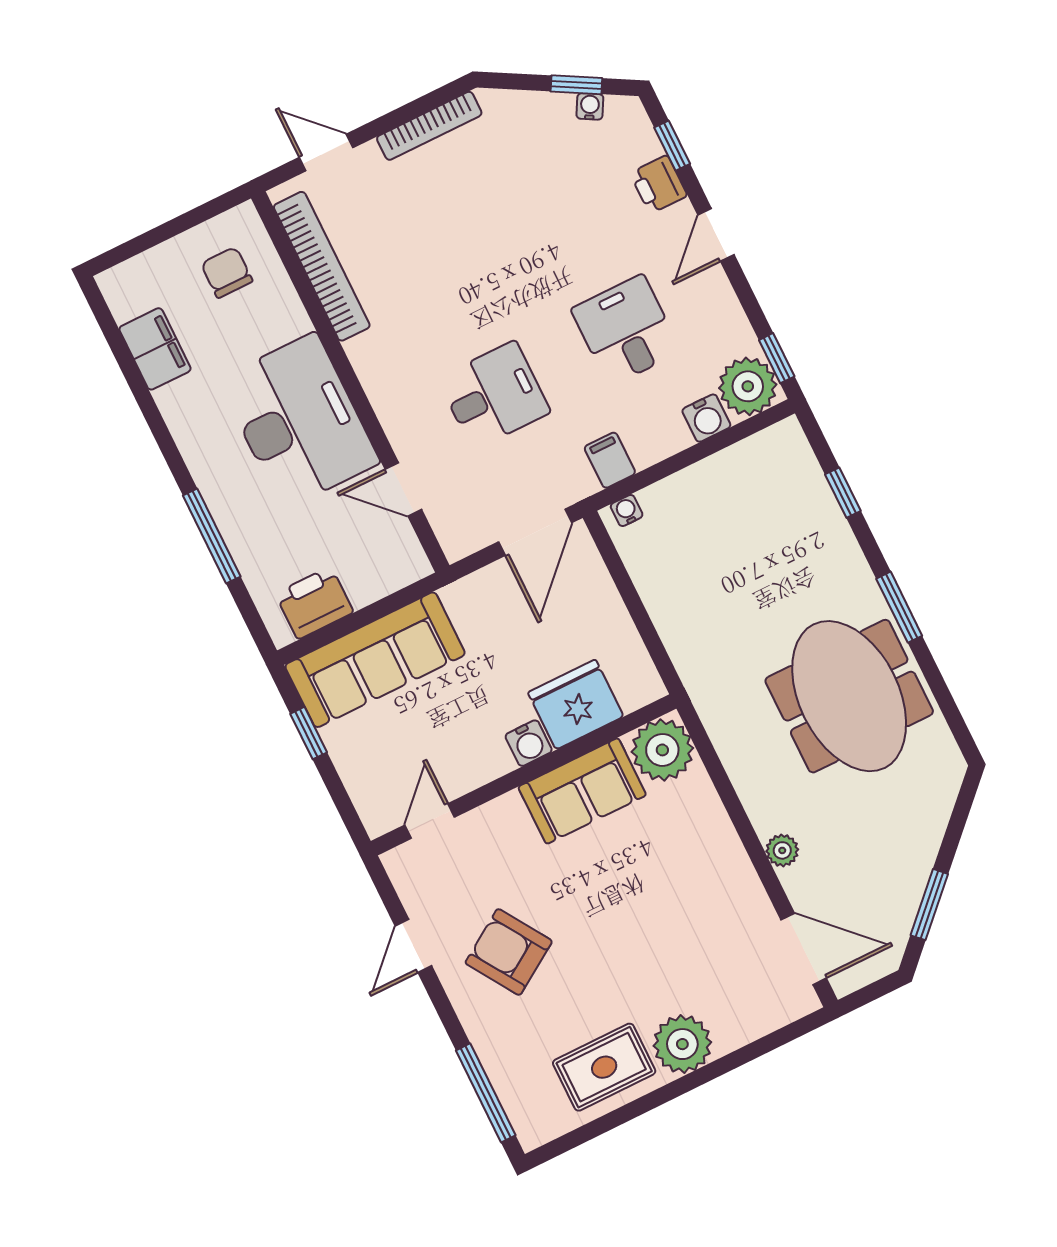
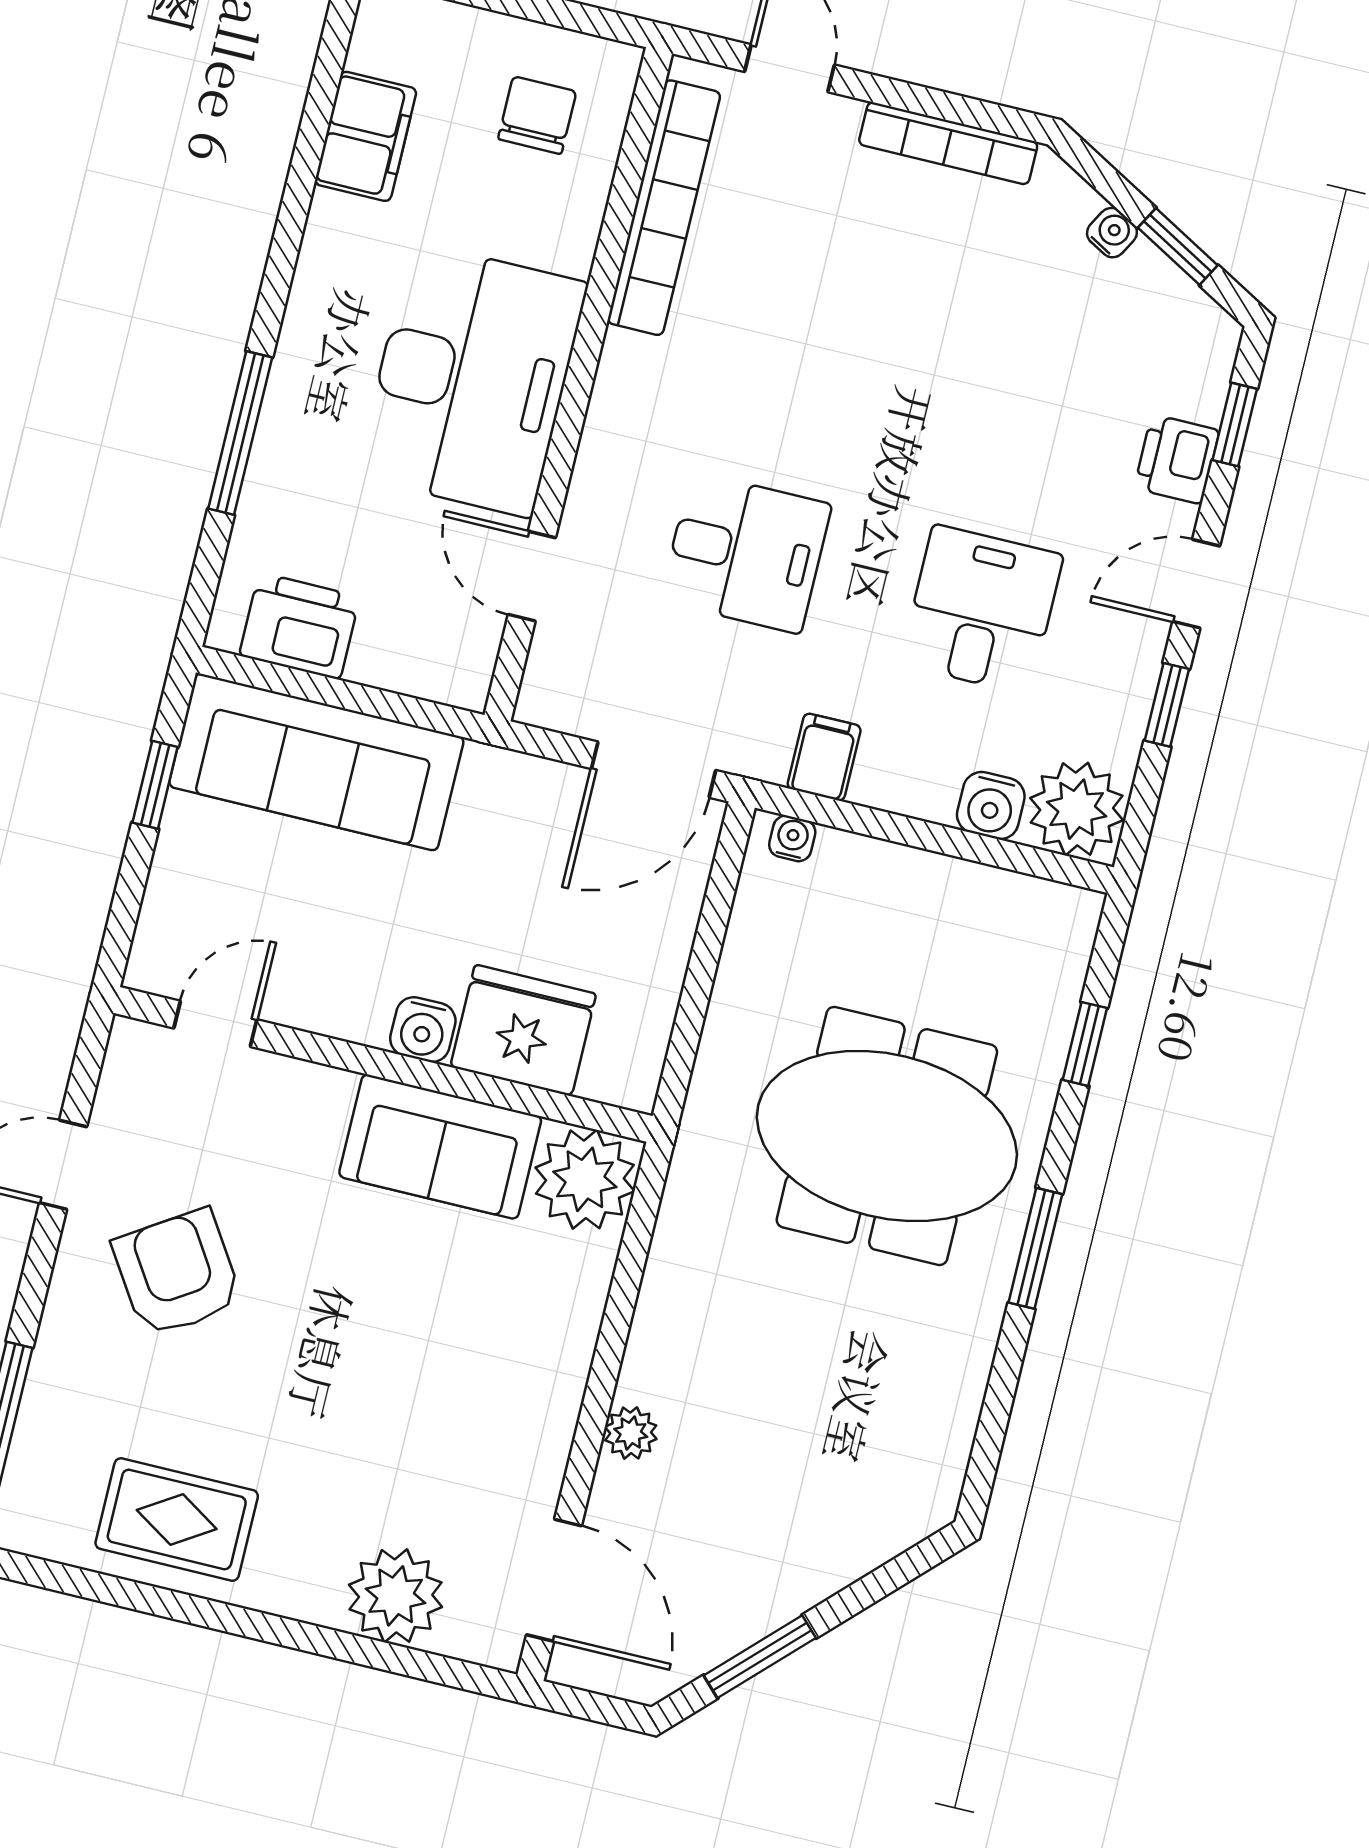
water cooler: (590, 106) -> (1112, 233), moved
window: (777, 358) -> (1167, 705), moved
meeting table: (849, 696) -> (887, 1136), moved, turned 90
plant: (682, 1044) -> (396, 1596), moved

